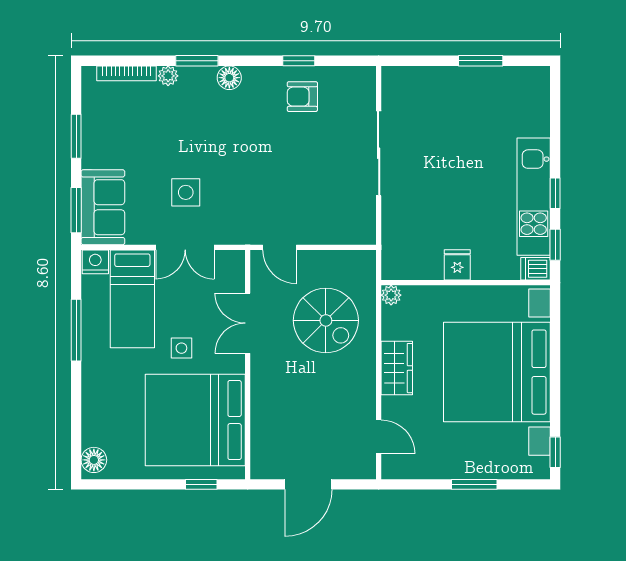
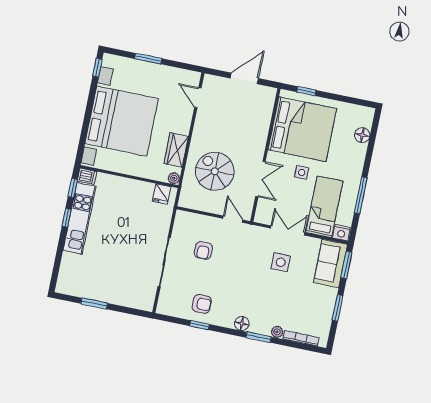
armchair: (318, 186) -> (203, 250), added
fridge: (457, 265) -> (162, 194), moved
wardrobe: (397, 368) -> (176, 150), moved
floor lamp: (94, 460) -> (362, 135), moved

